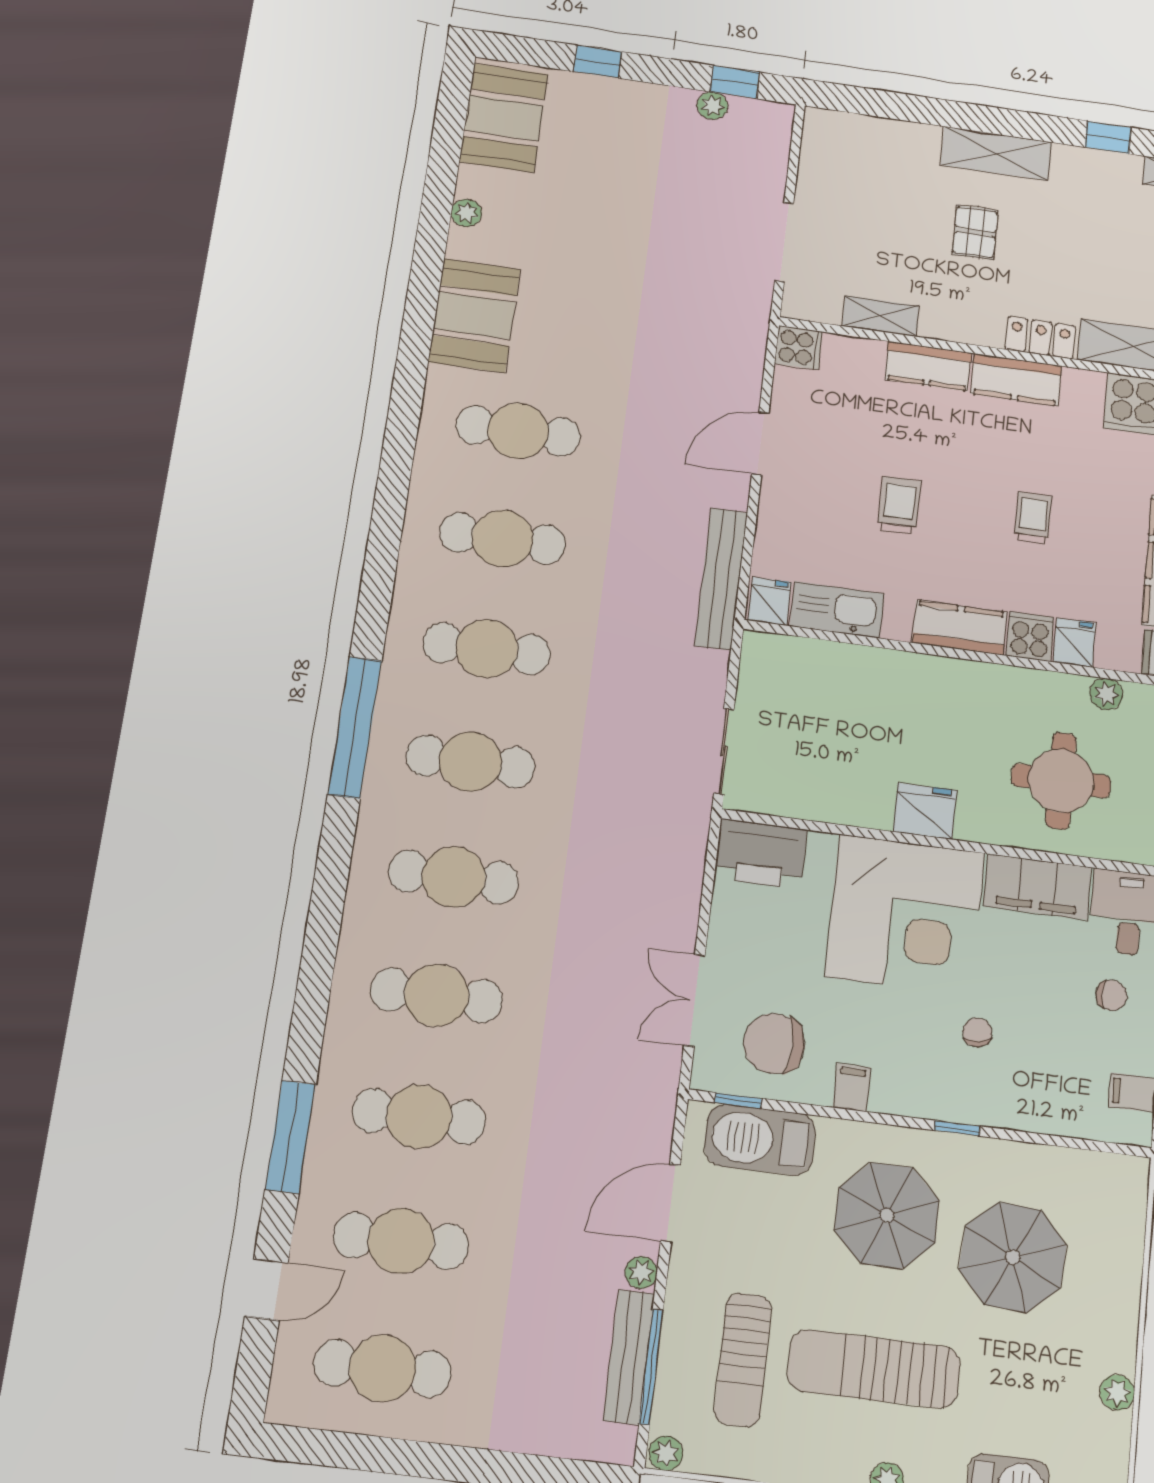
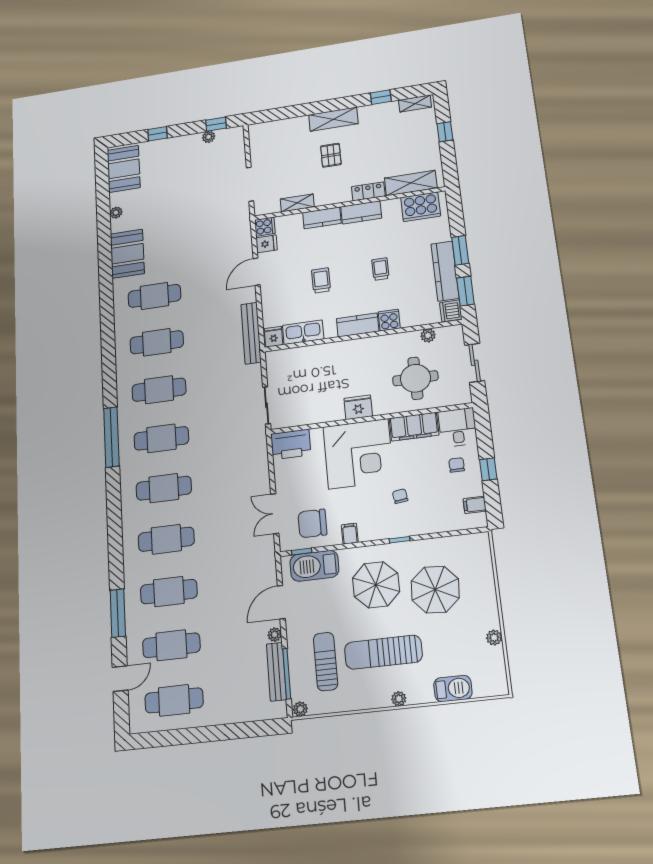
fridge: (1074, 643) -> (267, 244), moved, turned 90
chair: (1111, 995) -> (457, 465), turned -90
sun lounger: (743, 1360) -> (326, 662), turned 180

